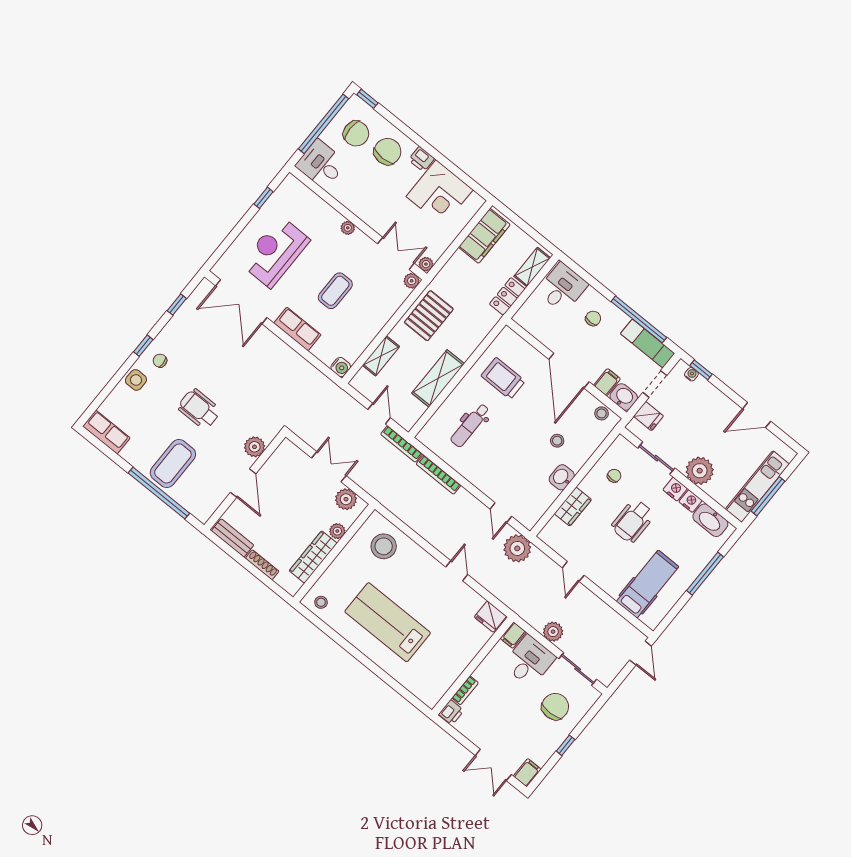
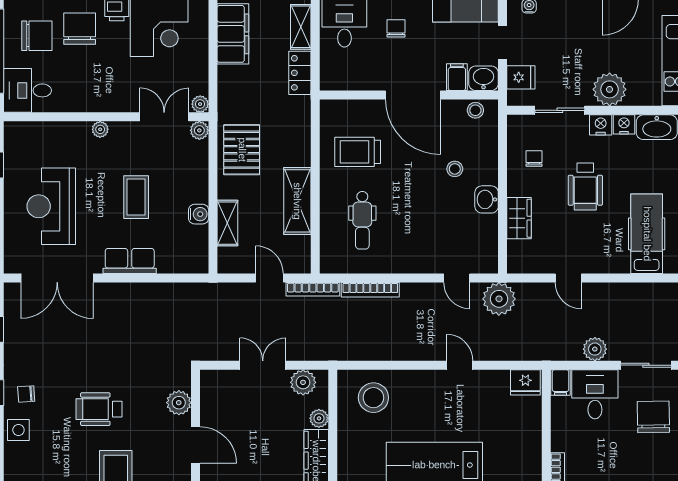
water cooler: (341, 367) -> (199, 214), moved

